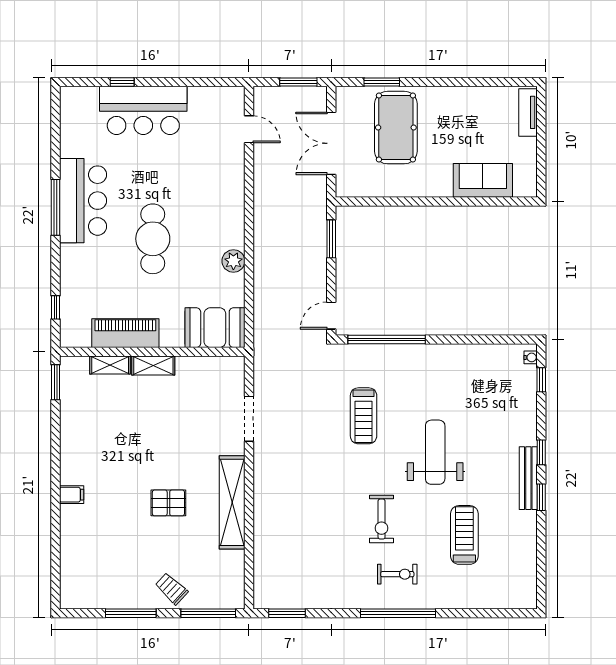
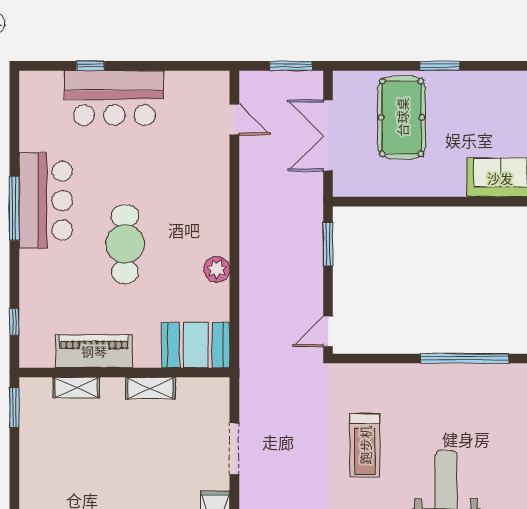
window: (382, 82) -> (440, 66), moved
window: (387, 339) -> (465, 358), moved
shelving: (153, 366) -> (150, 388), moved

